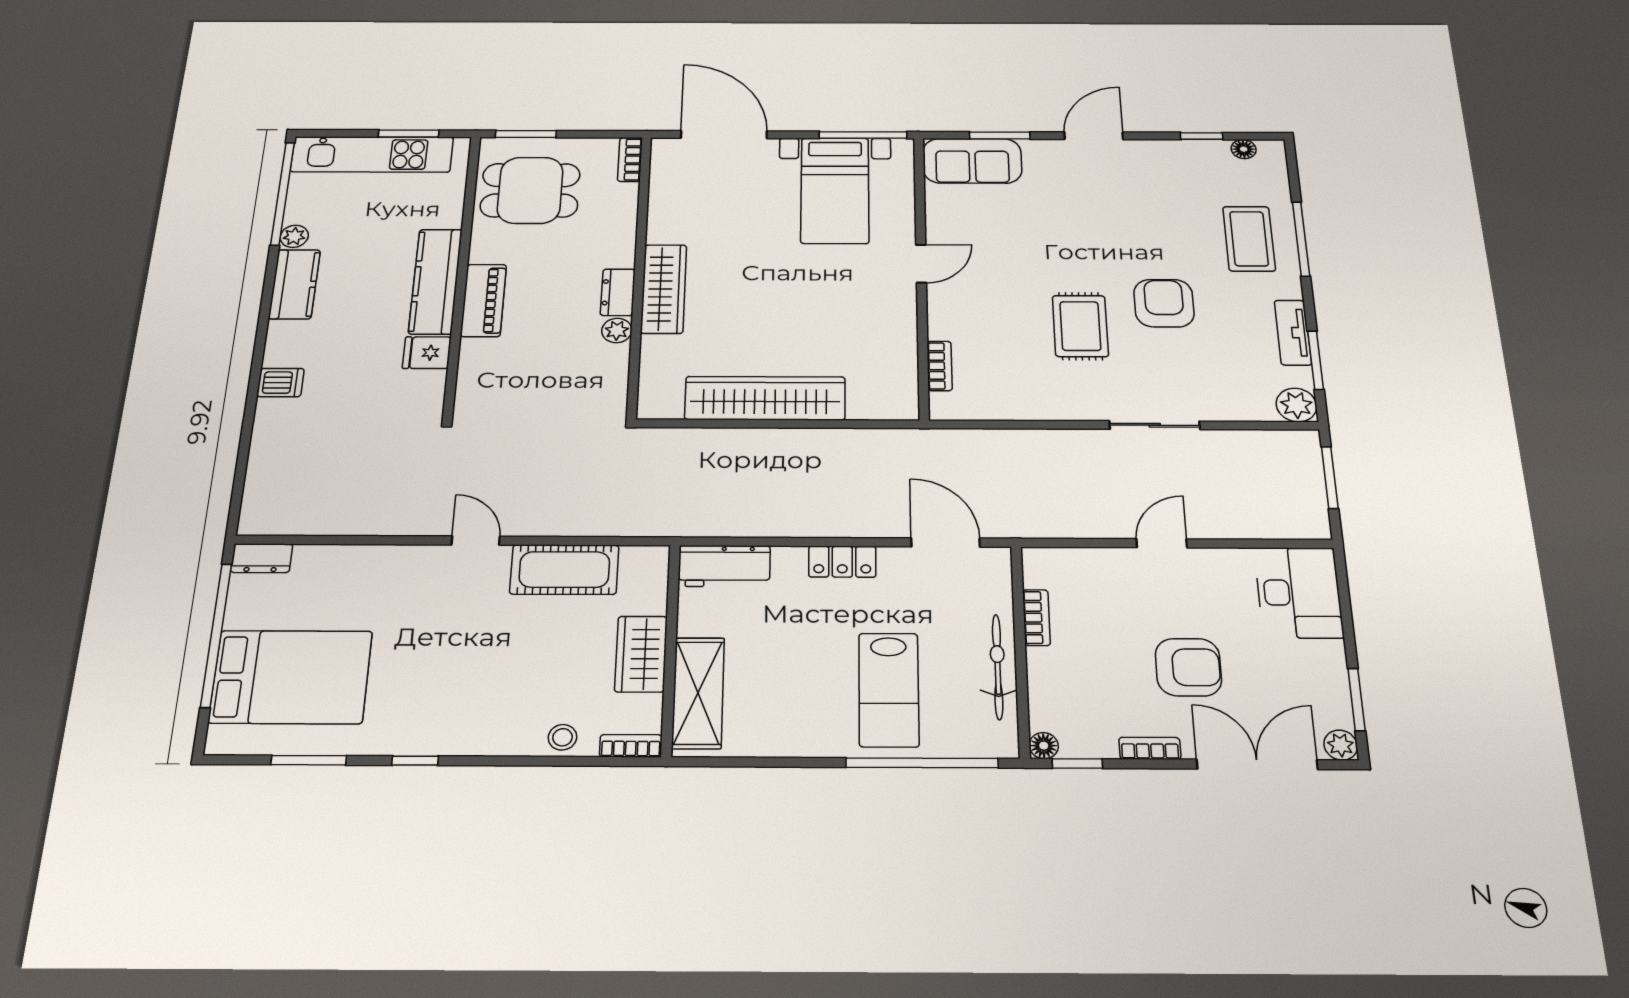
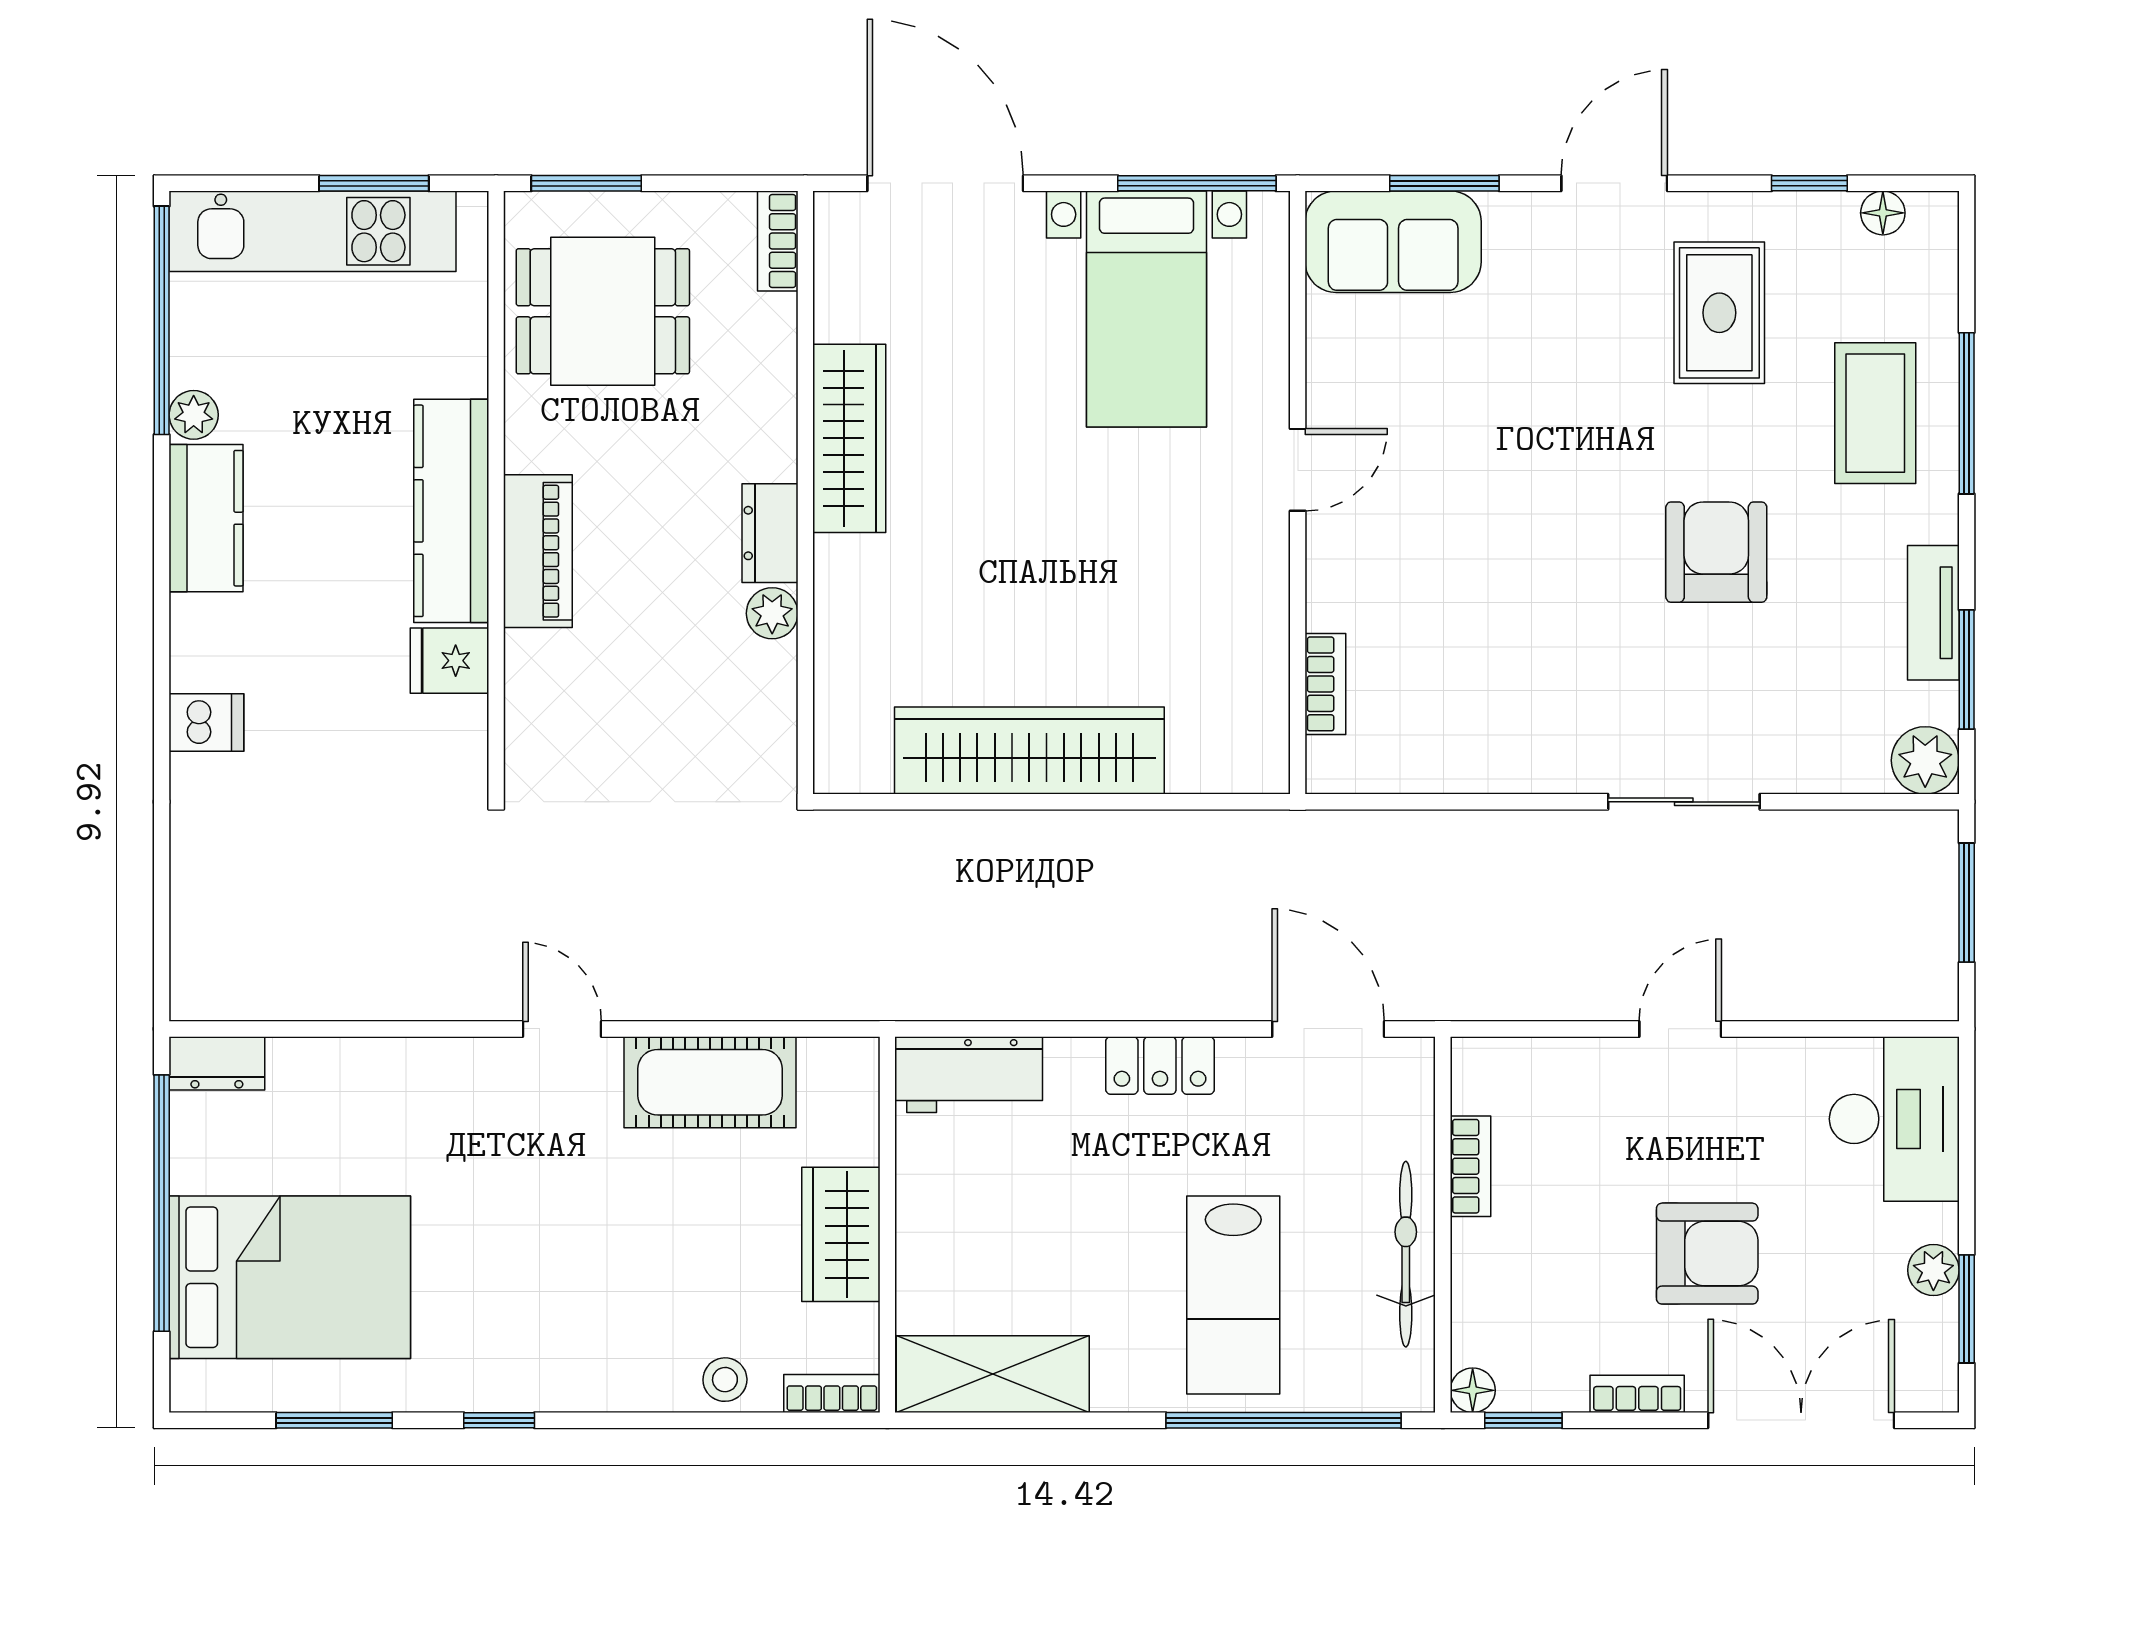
wardrobe: (664, 289) -> (849, 438), moved
rug: (1080, 326) -> (1719, 313), moved
shelving: (698, 693) -> (993, 1374), moved, turned 90
plant: (1341, 745) -> (1933, 1270), moved

